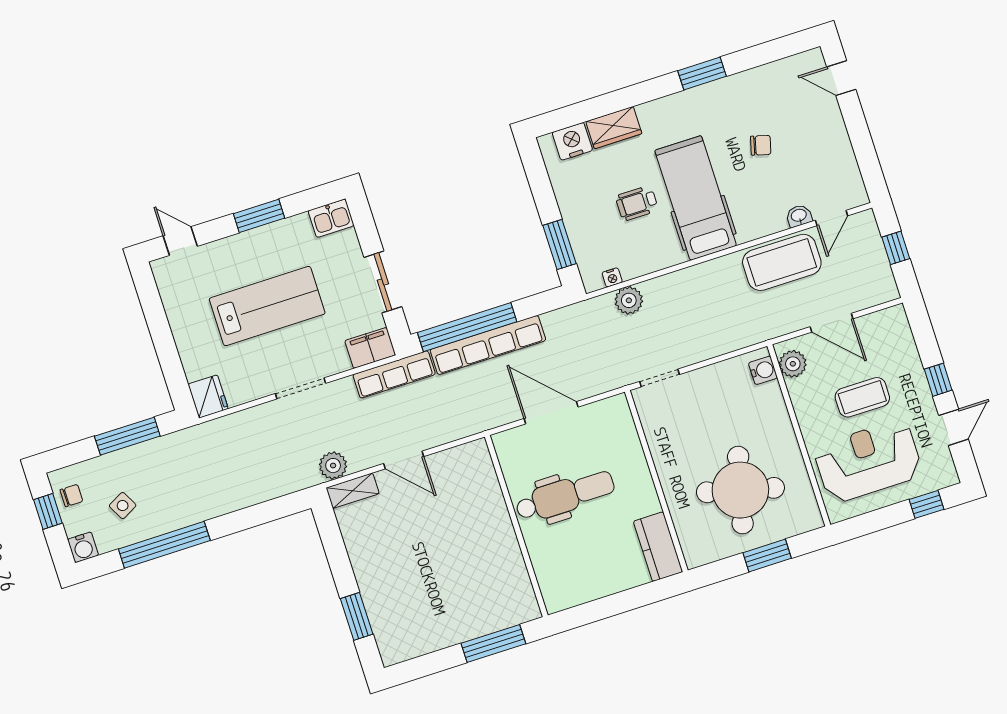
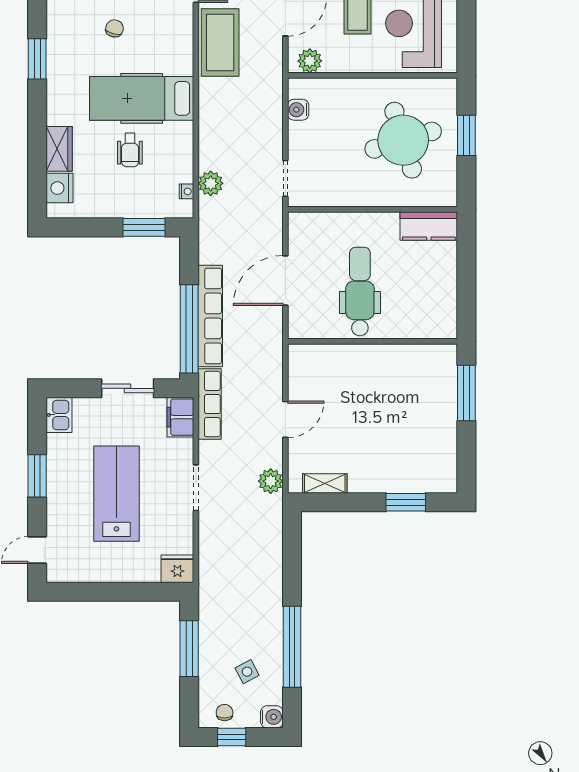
washbasin: (799, 216) -> (185, 15), removed
water cooler: (763, 370) -> (298, 110), moved, turned -90
round table: (740, 490) -> (403, 140), turned -31
shelving: (353, 491) -> (325, 483), moved, turned 90

